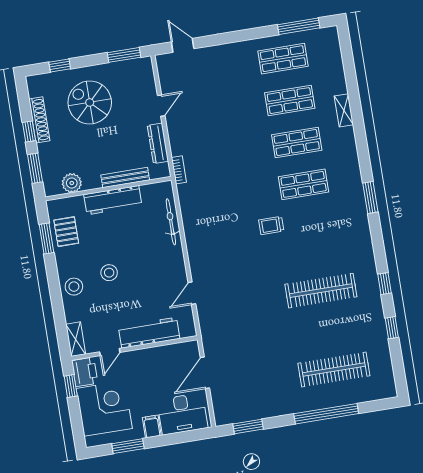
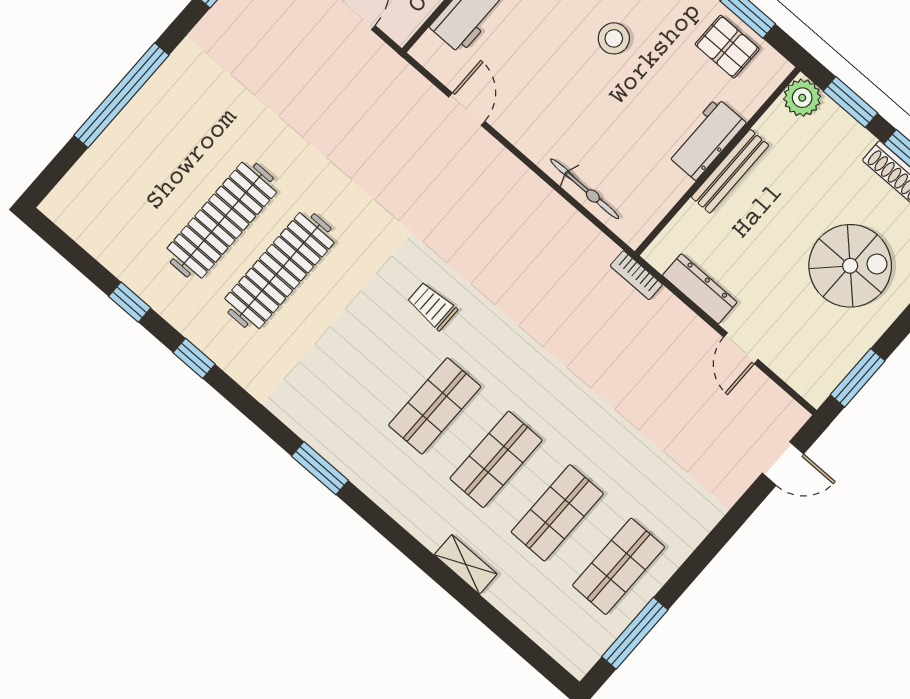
bench: (125, 178) -> (730, 171), moved
plant: (72, 183) -> (802, 98), moved
workbench: (113, 200) -> (706, 139), width x0.73
trolley: (271, 225) -> (432, 306), turned -90
clothes rail: (334, 369) -> (222, 220), moved

